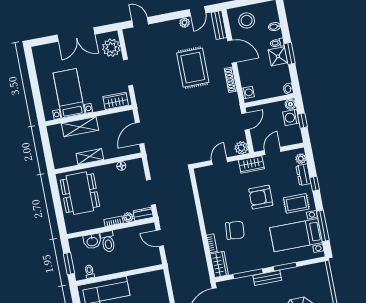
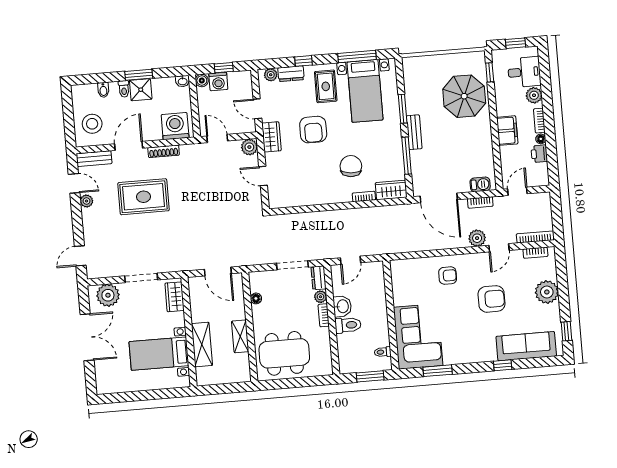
washing machine: (248, 92) -> (175, 126), width x1.89, depth x1.89
washbasin: (92, 241) -> (342, 306), moved

